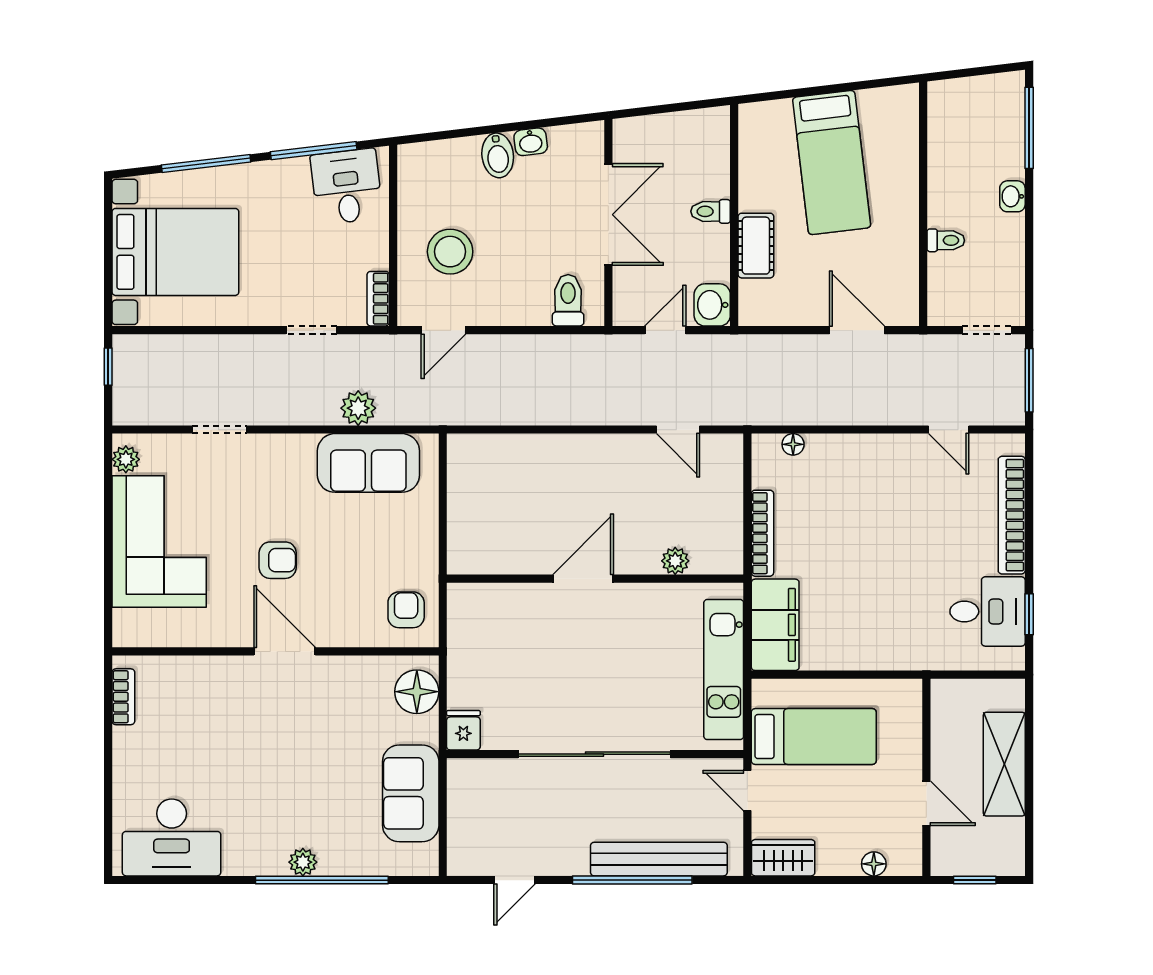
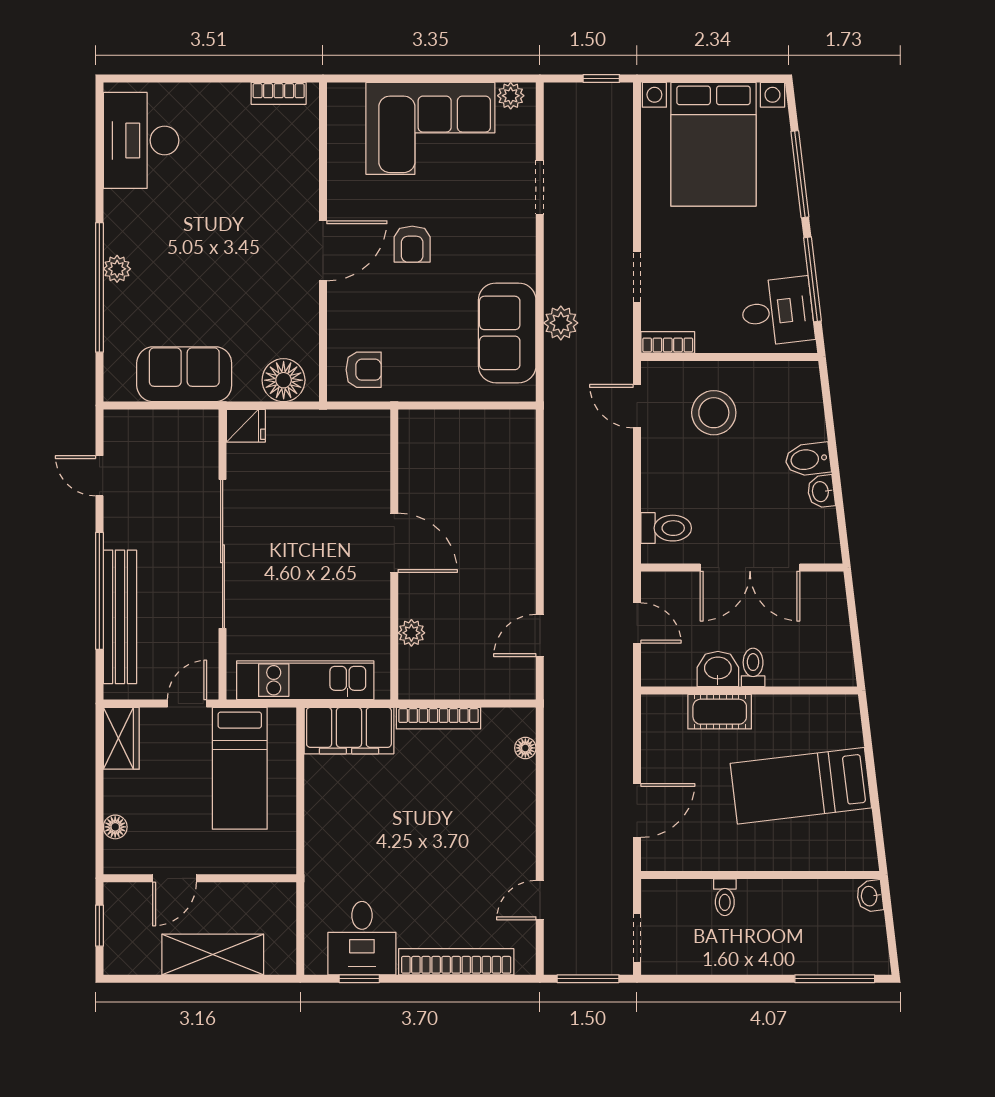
washbasin: (1012, 196) -> (870, 896), moved, turned -97
washbasin: (712, 305) -> (718, 669), moved

